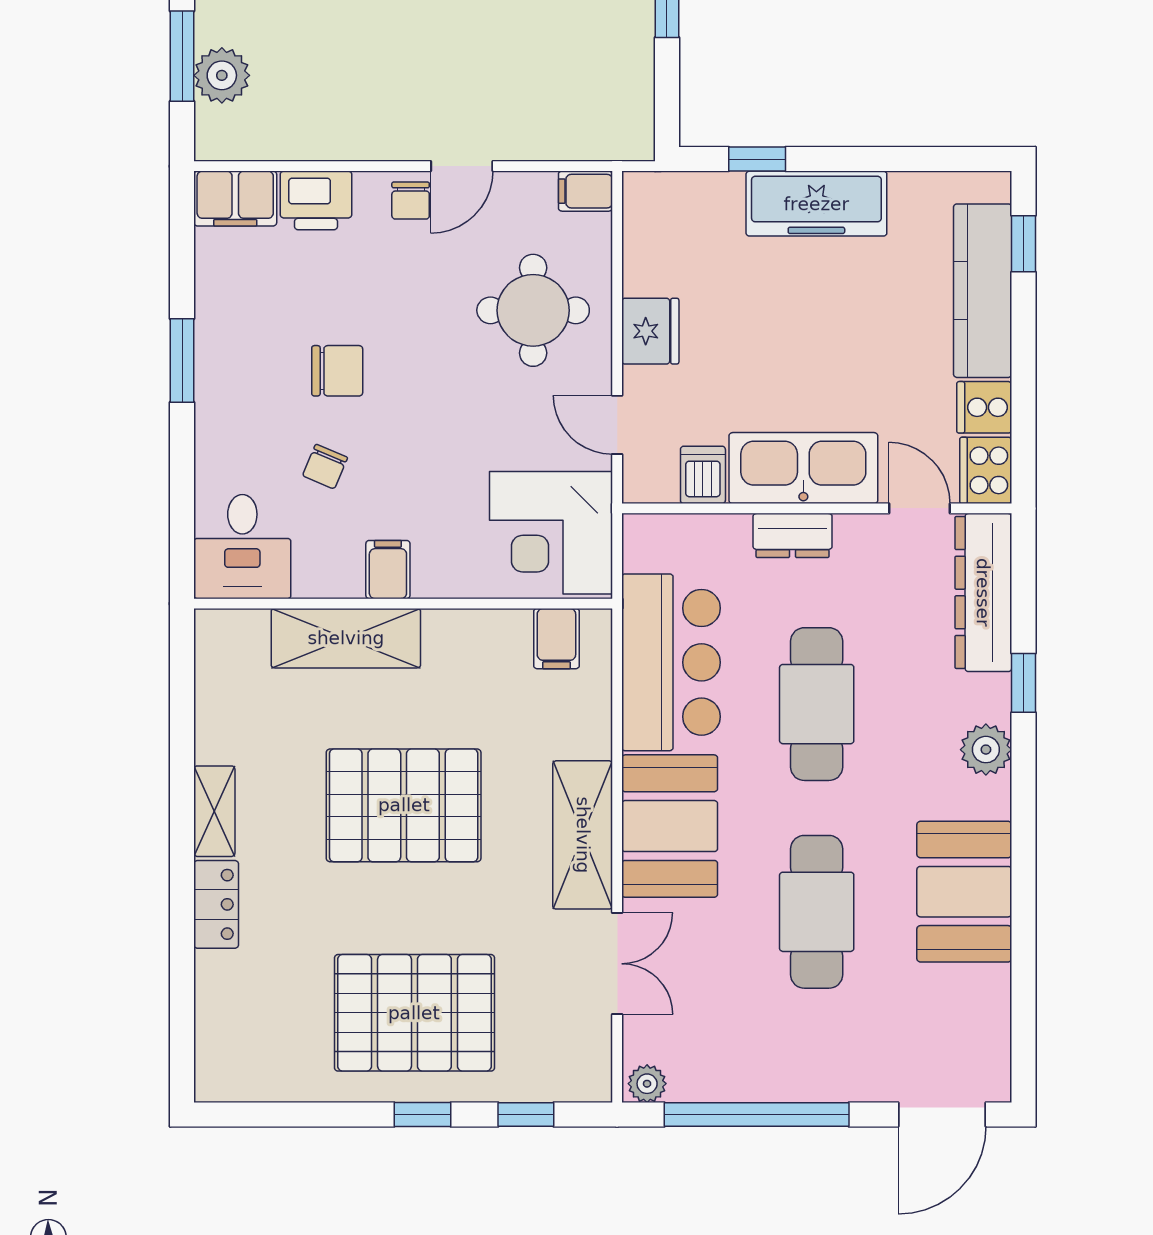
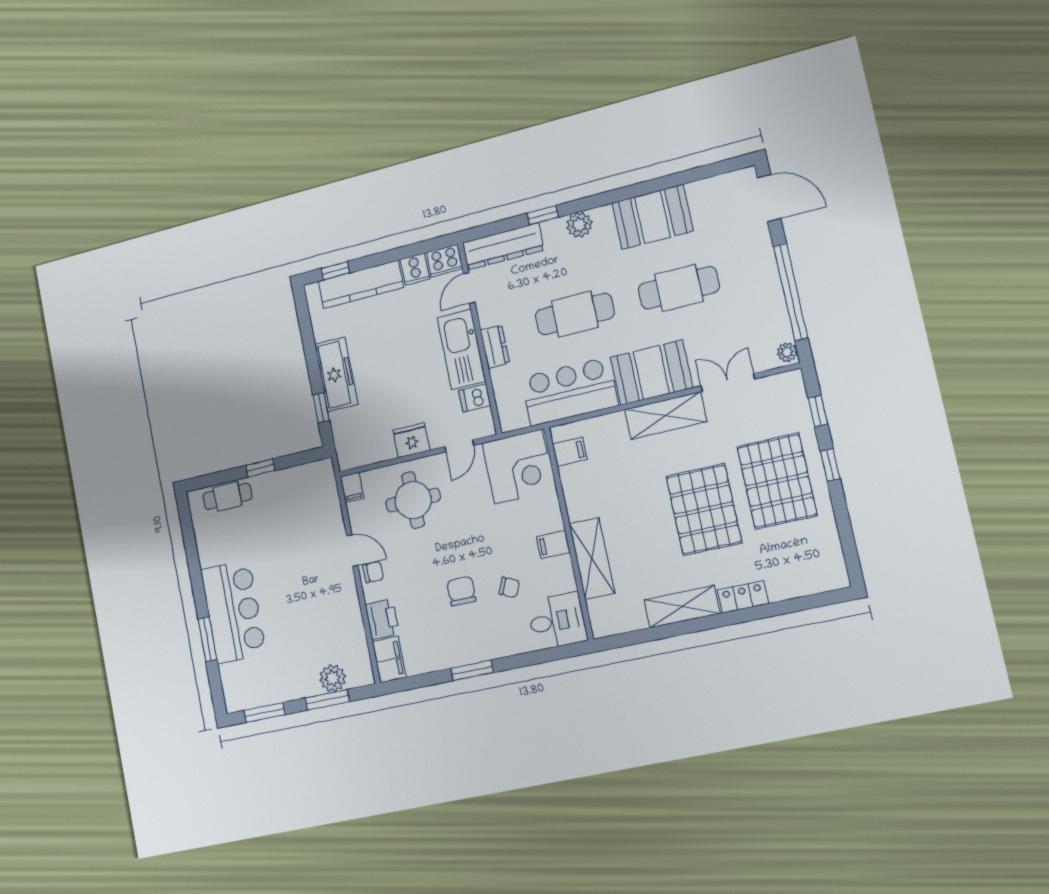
pallet: (404, 805) -> (704, 510), moved
shelving: (214, 811) -> (682, 607), width x1.50, depth x1.33

